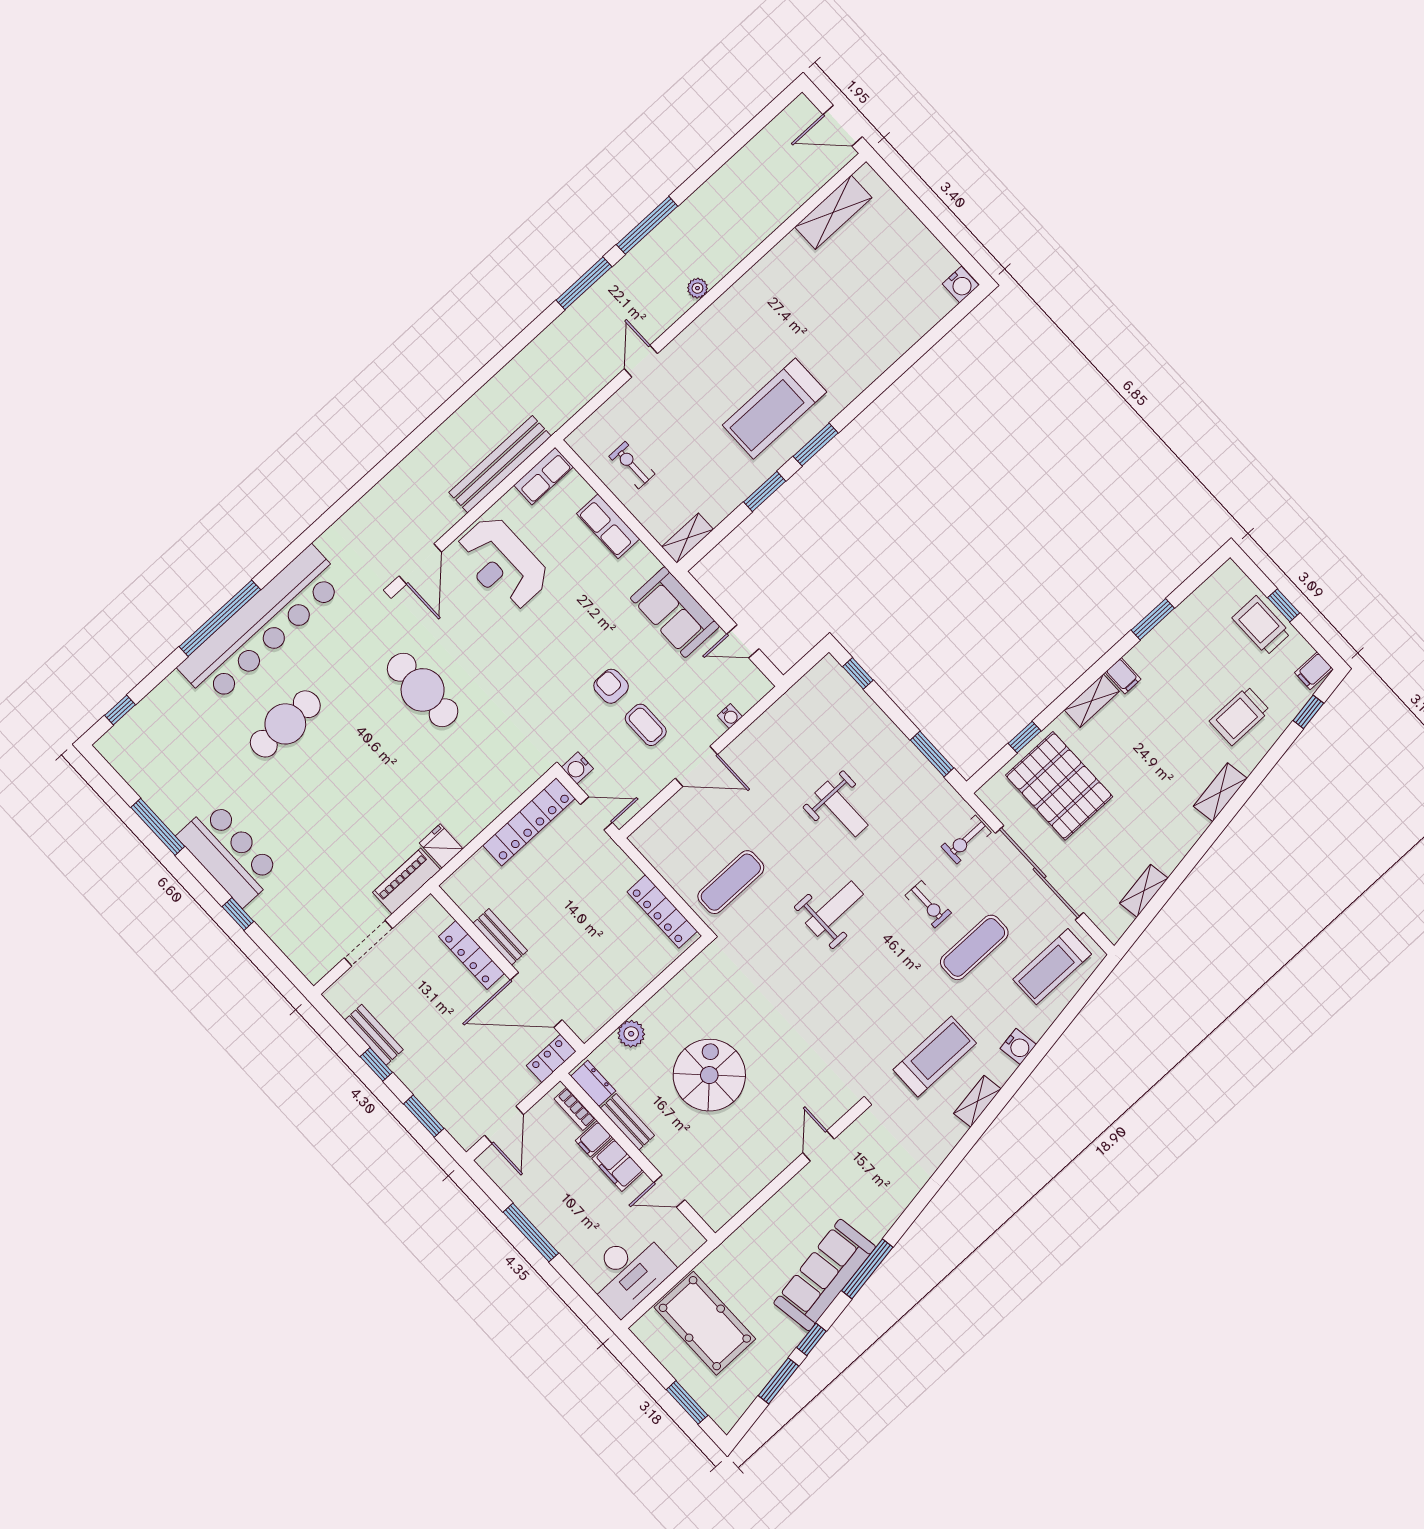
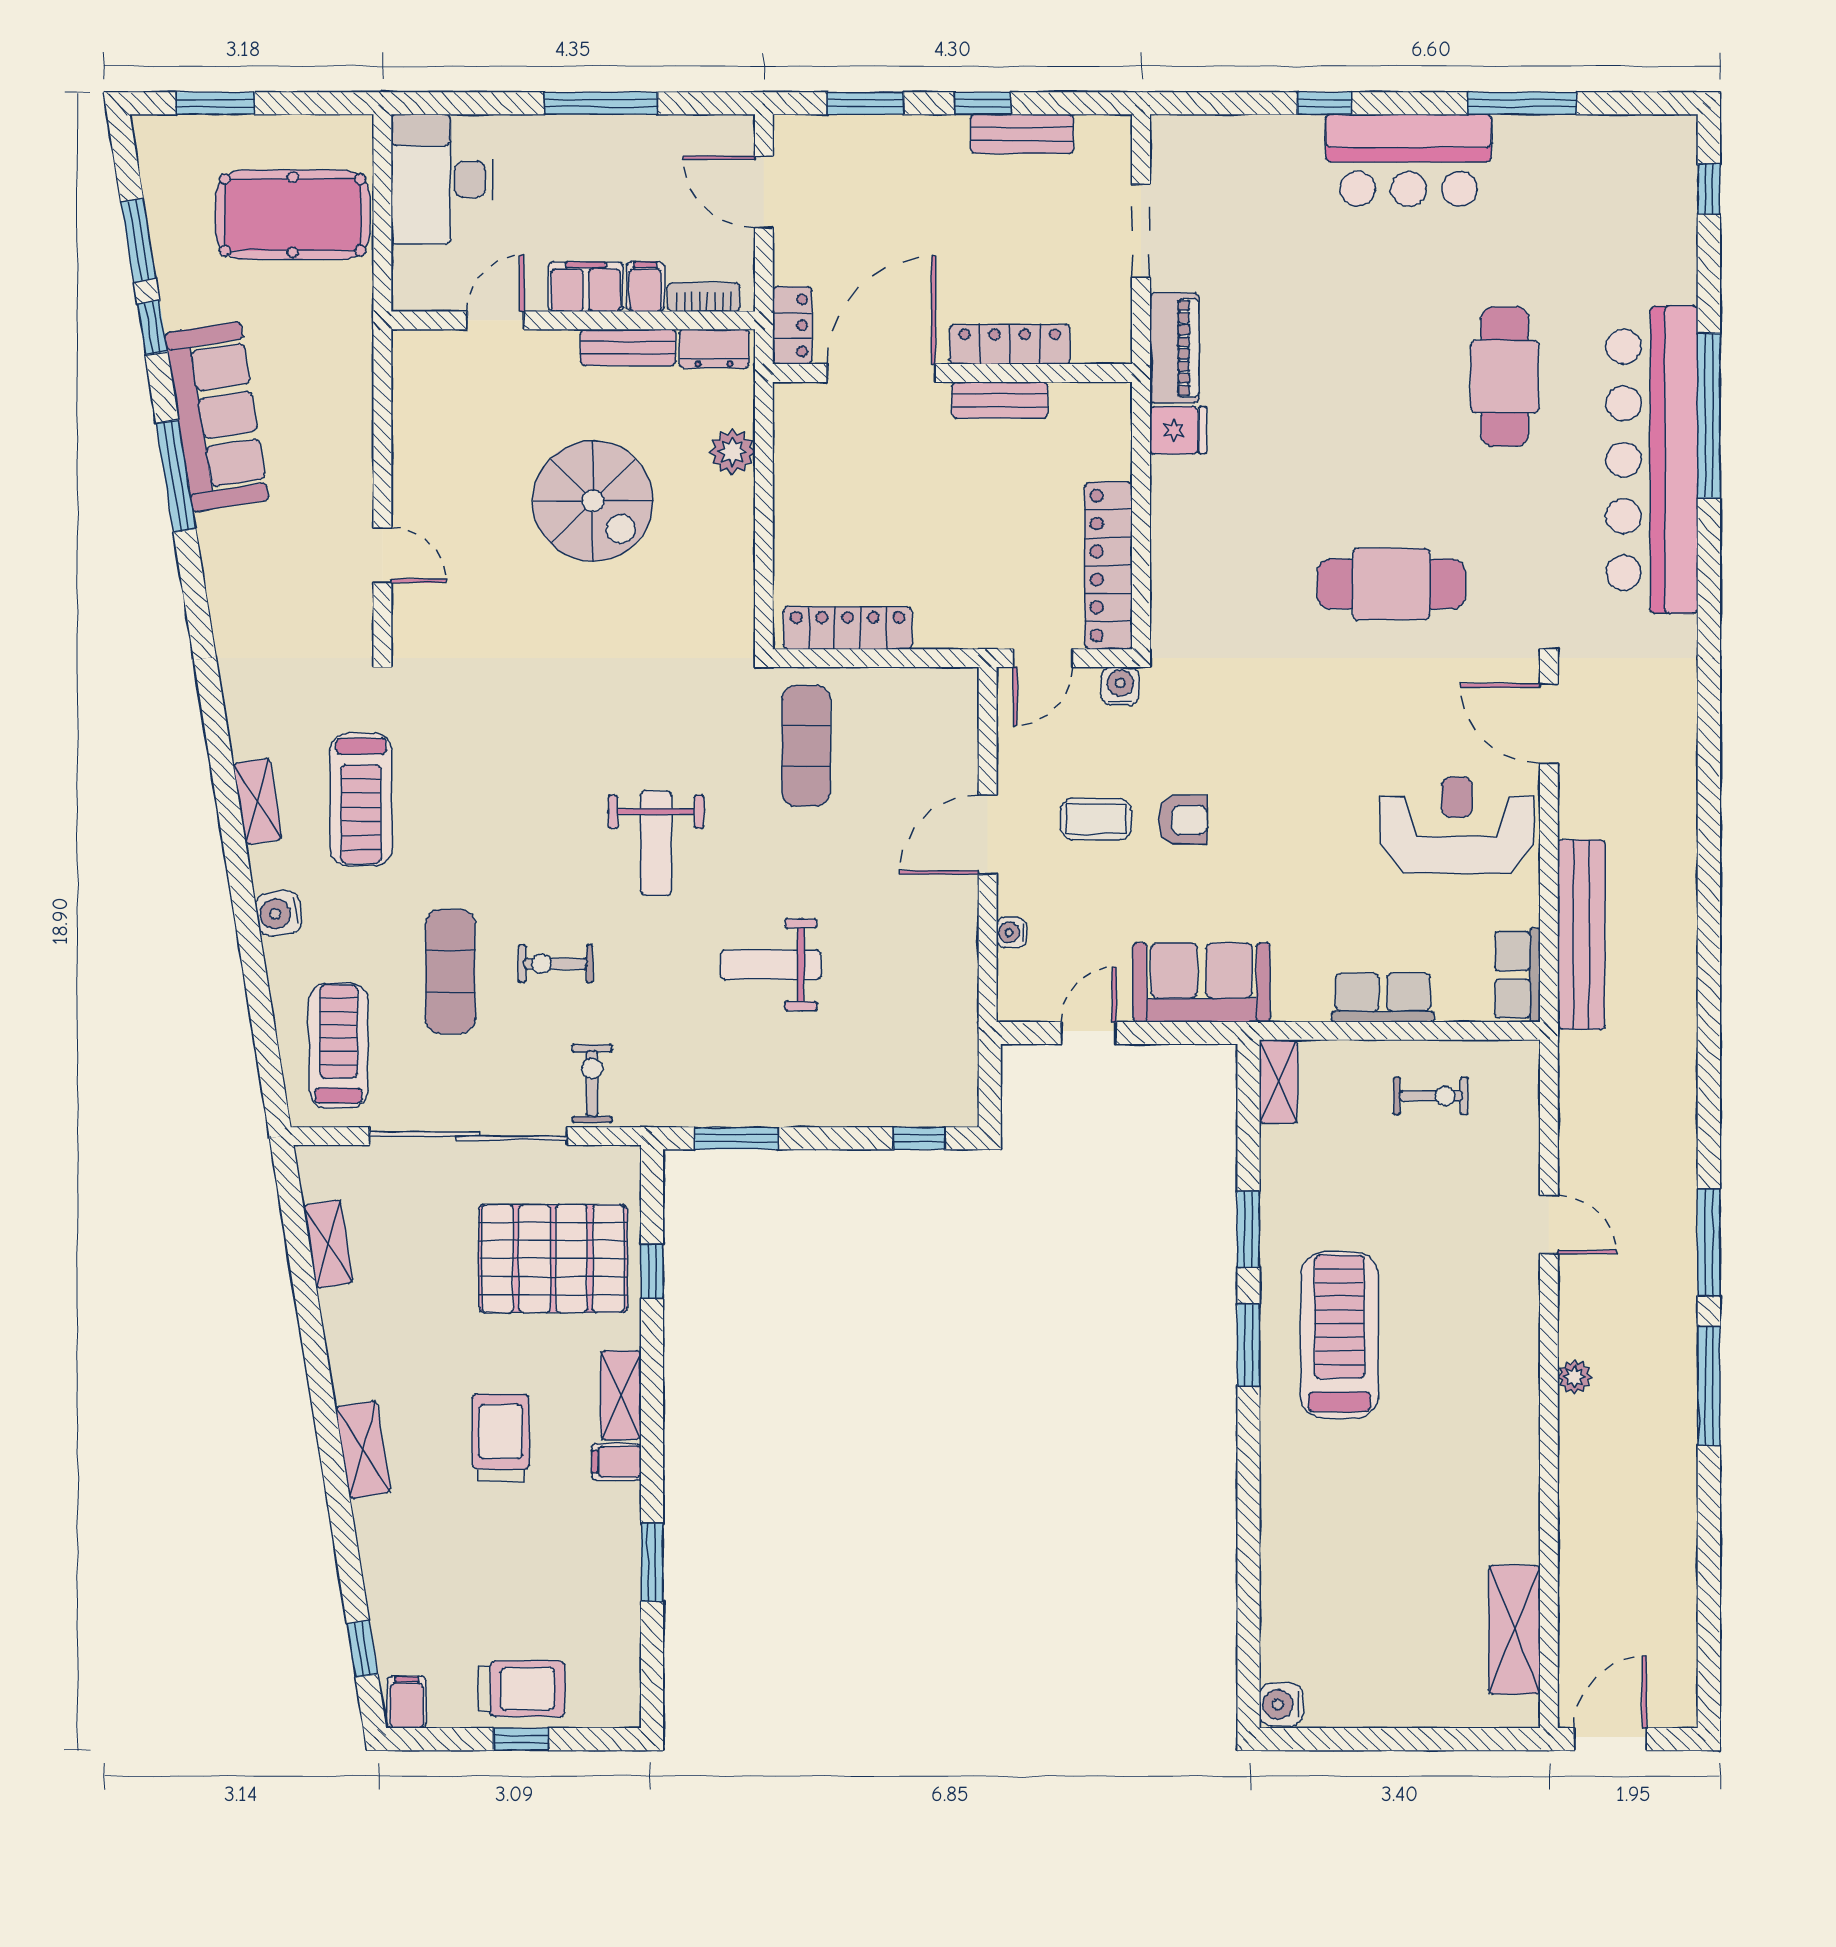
trolley: (1240, 716) -> (501, 1438), moved

